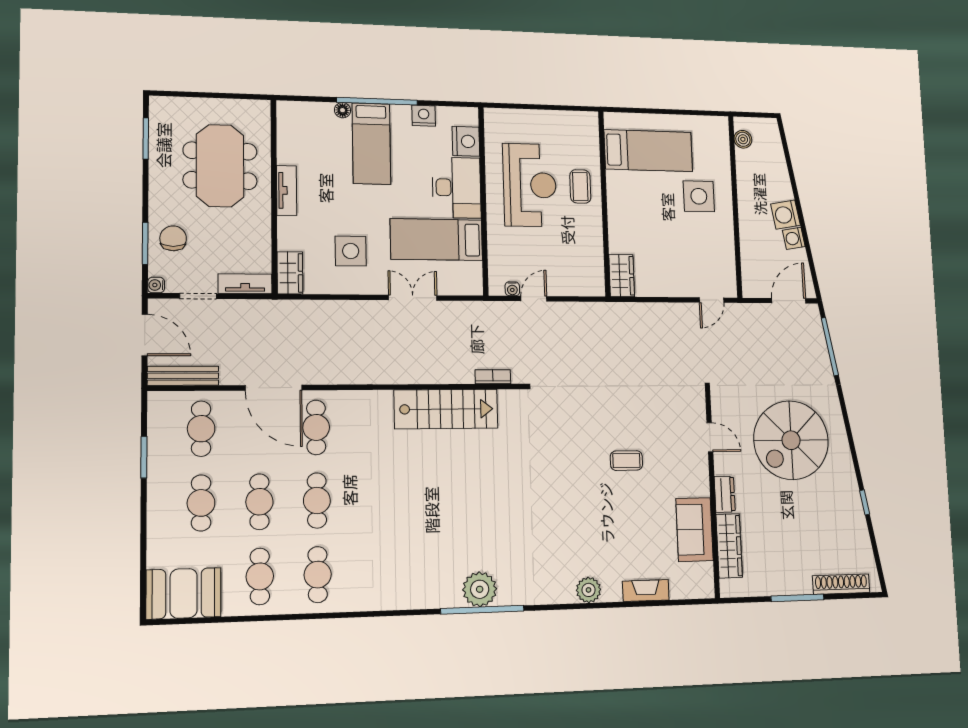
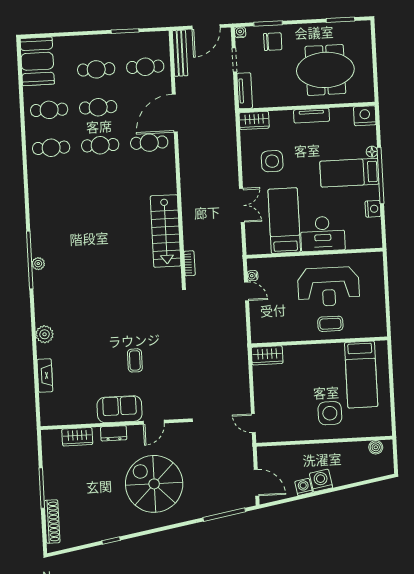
nightstand: (466, 141) -> (365, 116), moved, turned 180
sofa: (694, 530) -> (120, 409), moved
wardrobe: (729, 546) -> (77, 437), width x0.67
plant: (480, 589) -> (38, 264), width x0.53, depth x0.53

